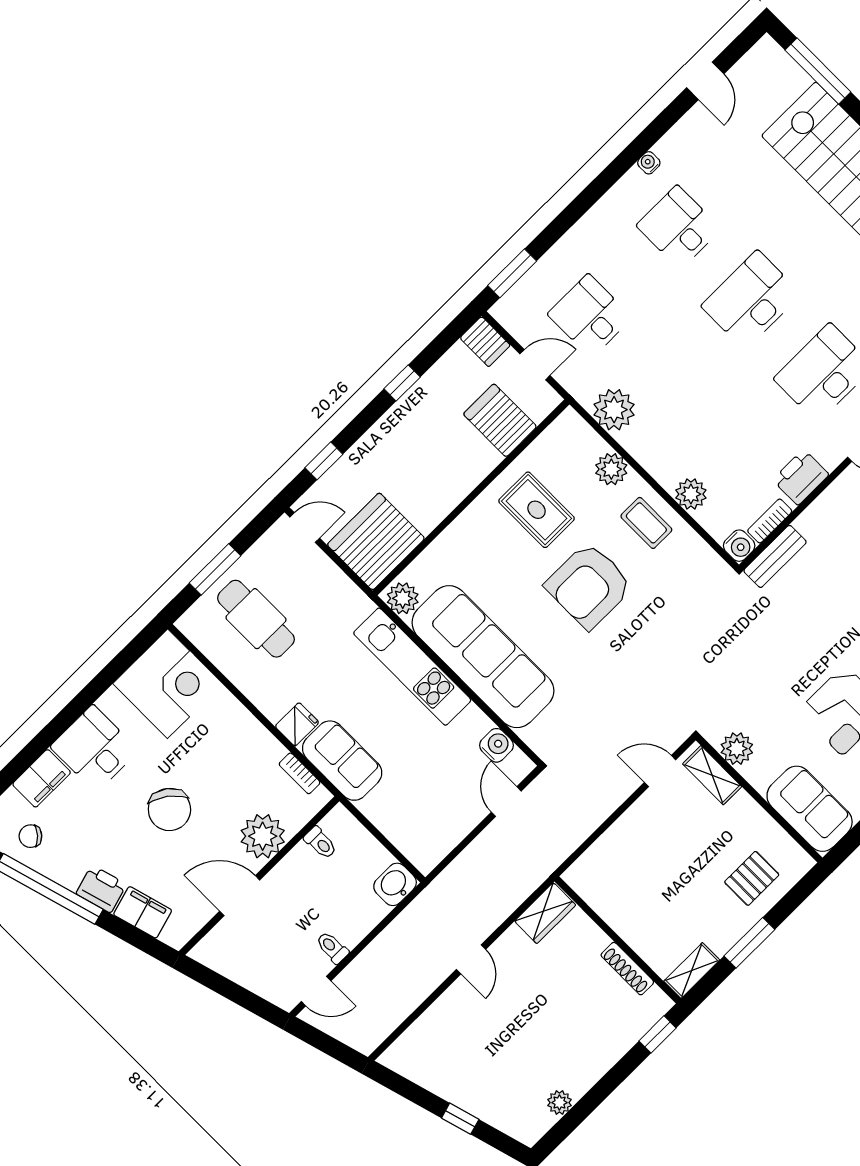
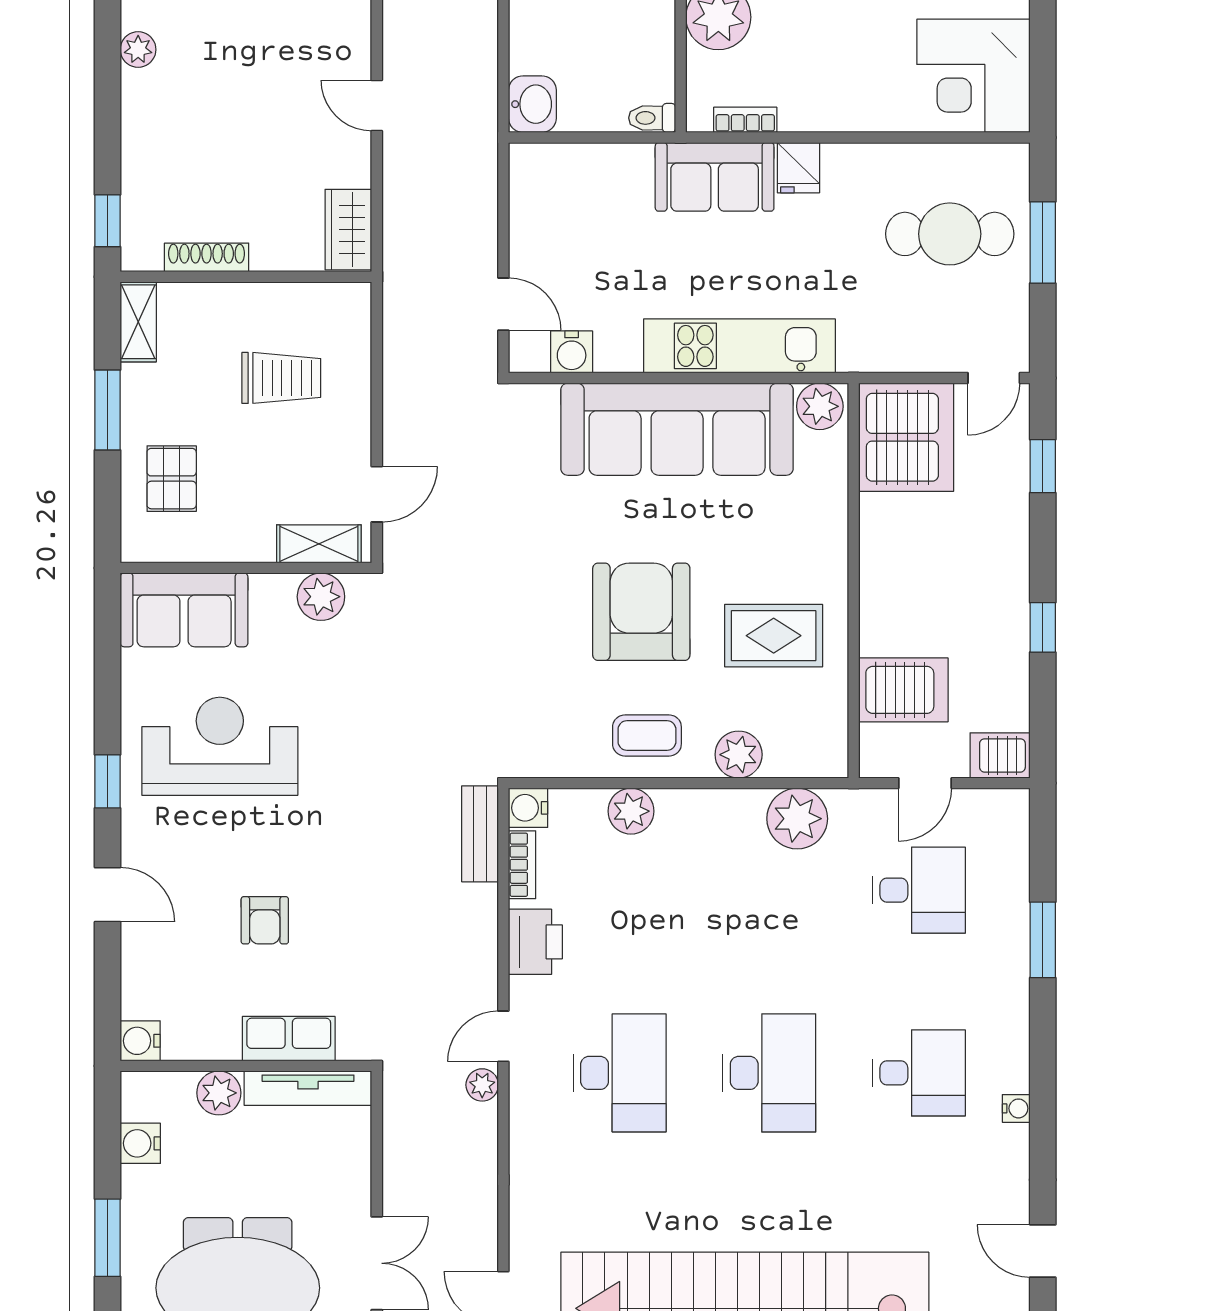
window: (512, 273) -> (1043, 940), moved
toilet: (320, 843) -> (652, 118), moved
trolley: (650, 874) -> (281, 378), added

